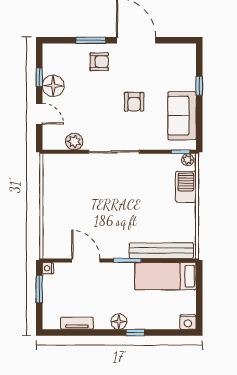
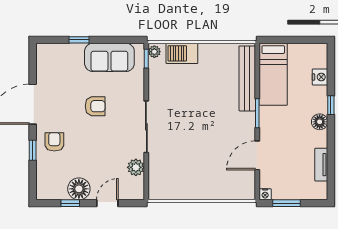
window: (91, 40) -> (33, 150), width x0.67
nightstand: (188, 322) -> (320, 77), moved

